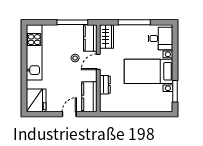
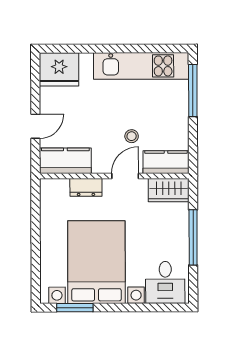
window: (72, 22) -> (193, 90), moved
door: (98, 62) -> (125, 176), hinge flipped
bed with nightstands: (149, 71) -> (96, 262), width x1.36
door: (69, 114) -> (35, 126), hinge flipped

